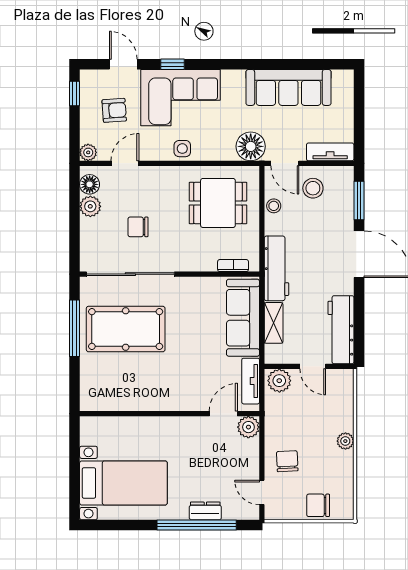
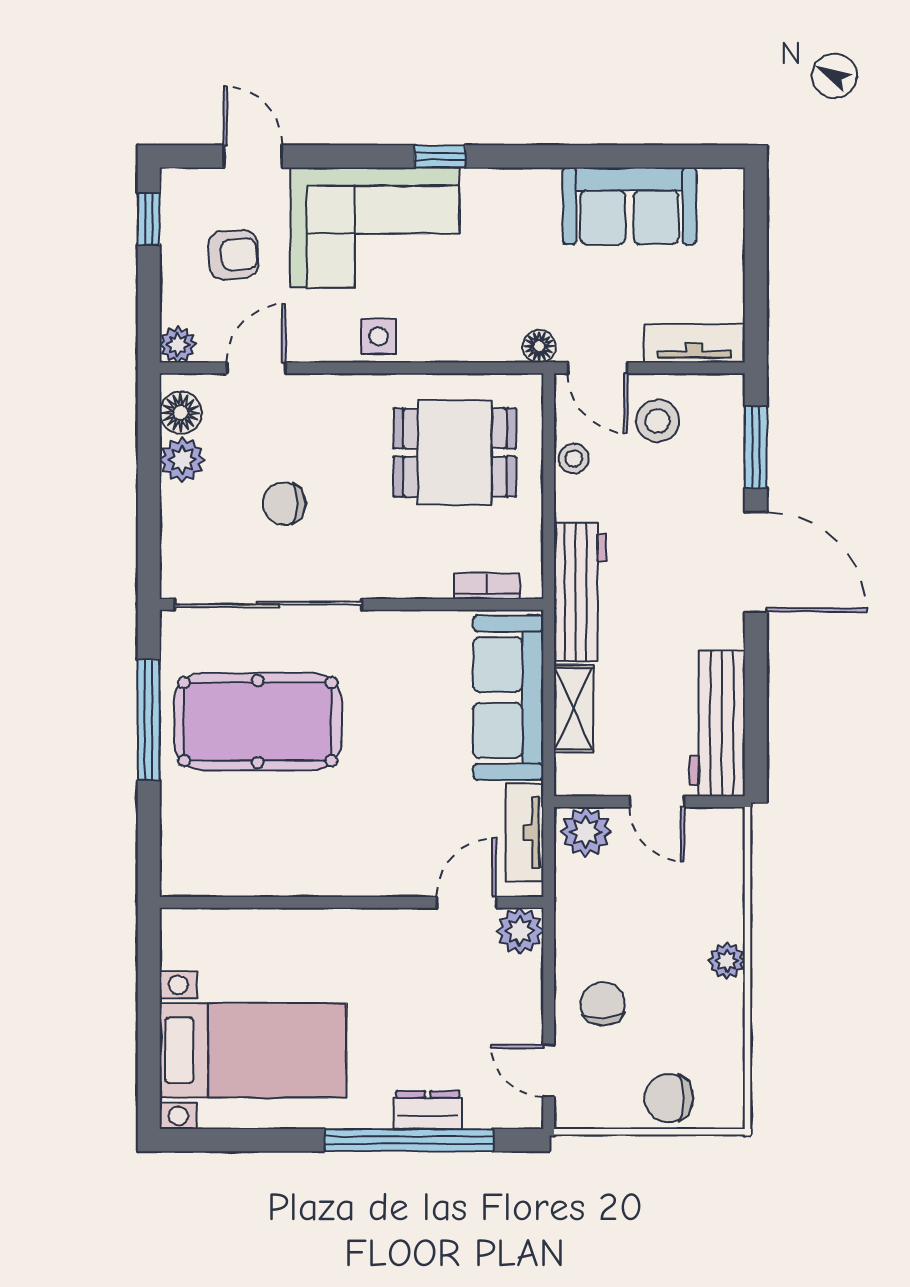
window: (172, 64) -> (440, 156), moved
sofa: (288, 87) -> (629, 206), width x0.73
floor lamp: (251, 146) -> (539, 346), width x0.53, depth x0.53

